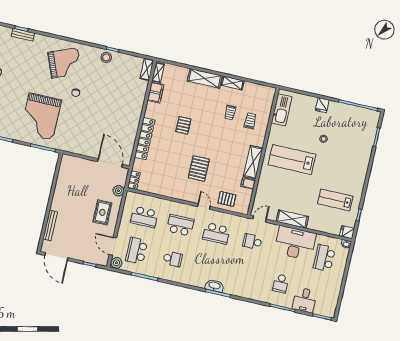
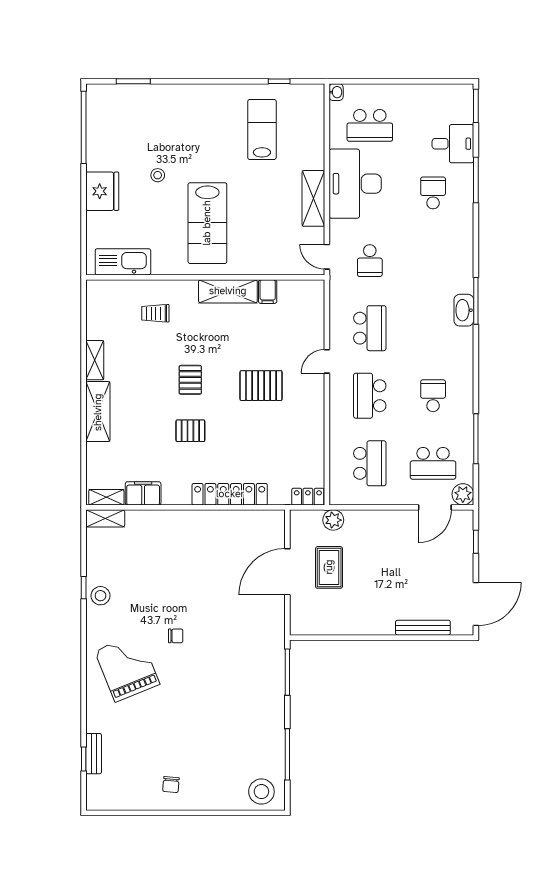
fridge: (322, 105) -> (102, 191), width x1.88, depth x1.34
trolley: (230, 112) -> (149, 352), removed
grand piano: (41, 116) -> (232, 688), removed
door: (110, 163) -> (287, 572), moved
pallet: (227, 199) -> (190, 380), moved
lab bench: (335, 200) -> (262, 129), turned 180
rug: (102, 212) -> (329, 567), moved, turned 90
fridge: (347, 232) -> (315, 95), removed
school desk: (281, 283) -> (433, 193), turned -90

